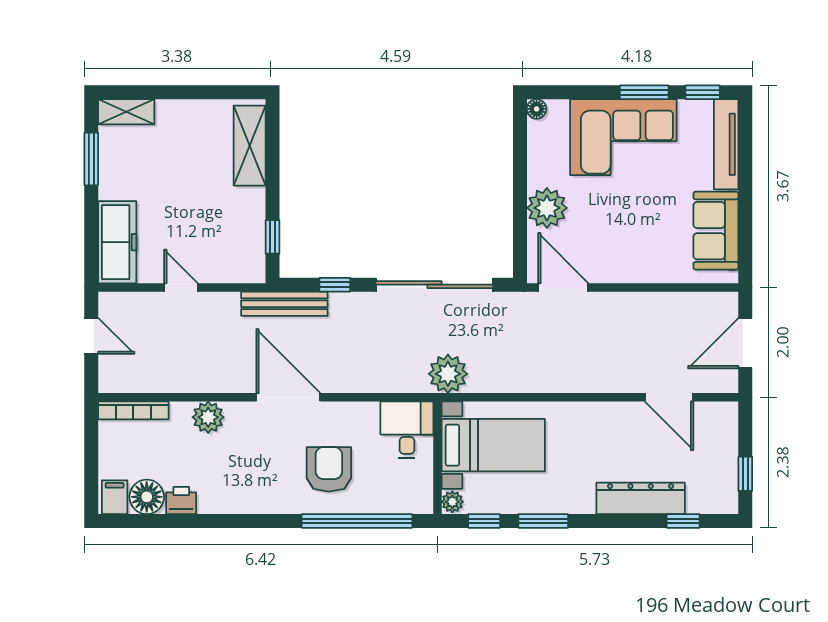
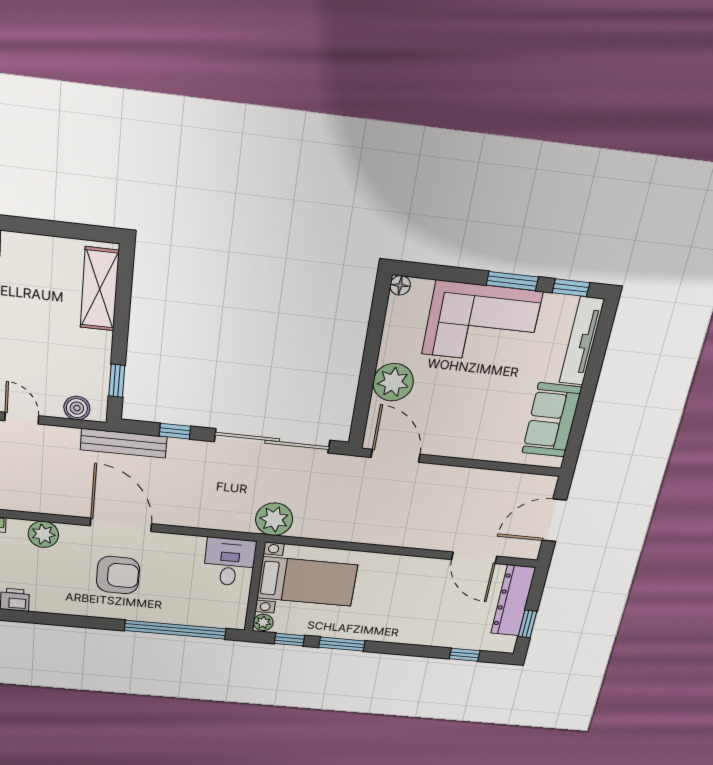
boiler: (235, 270) -> (77, 408), added
armchair: (329, 469) -> (118, 575), moved, turned 90
dresser: (641, 498) -> (513, 601), moved, turned -90

